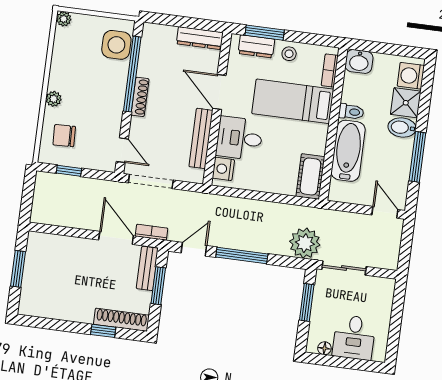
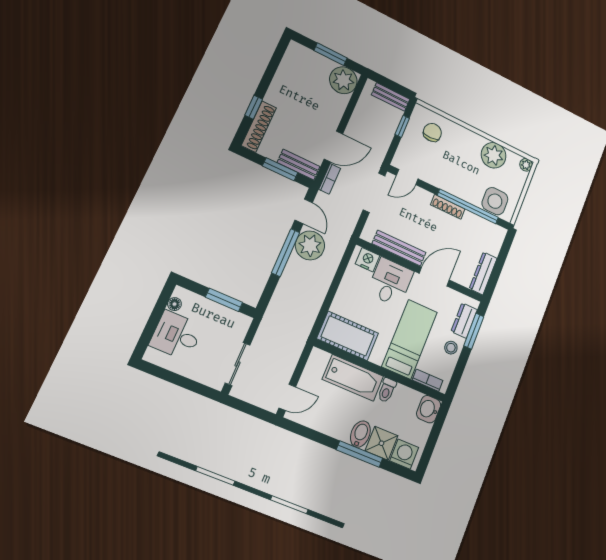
plant: (54, 99) -> (494, 155), moved, width x1.88, depth x1.88
window: (417, 157) -> (360, 454), moved
cot: (310, 176) -> (348, 336), width x1.37, depth x1.34
bench: (41, 192) -> (391, 97), added
plant: (305, 243) -> (310, 245), moved
plant: (41, 247) -> (343, 80), added
sliding door: (344, 268) -> (238, 364), moved

